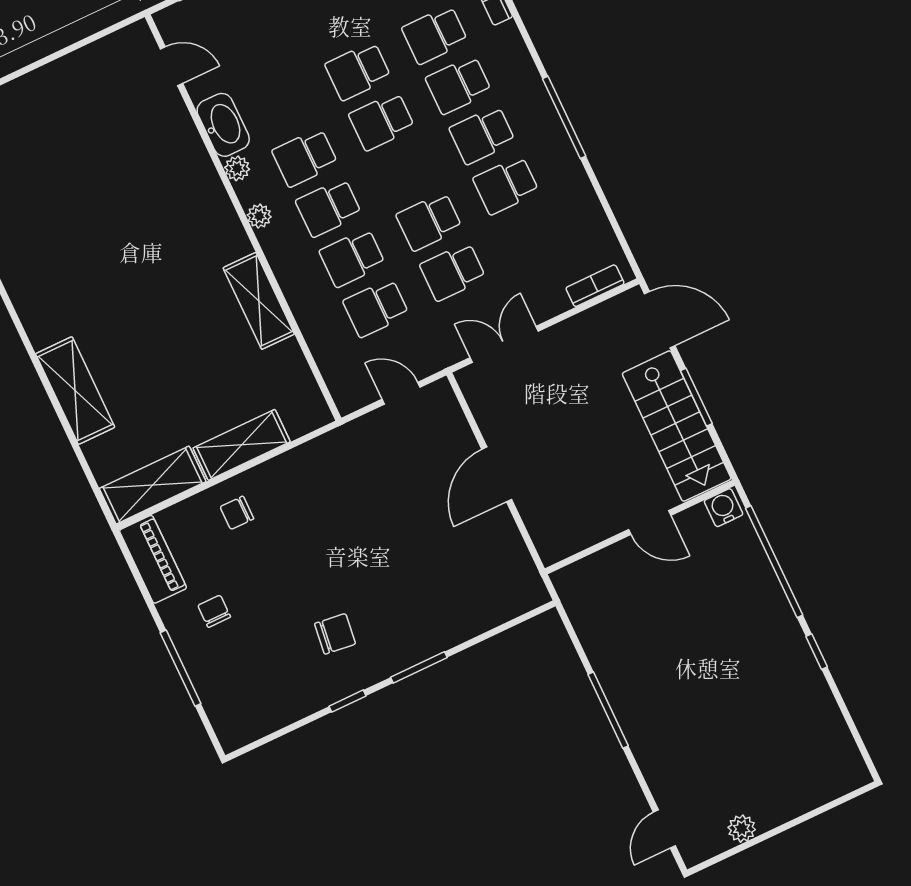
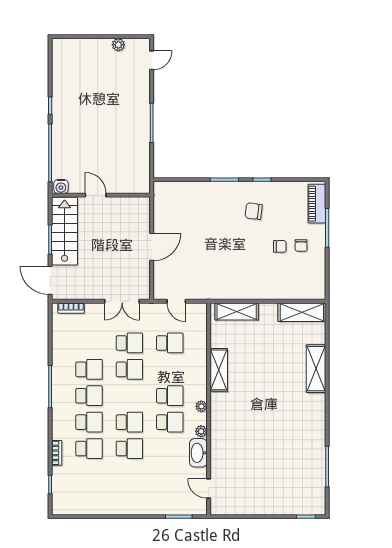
school desk: (352, 258) -> (170, 369), removed
shelving: (242, 445) -> (237, 311), moved
chair: (237, 513) -> (280, 246), moved
piano: (153, 559) -> (317, 204), moved

